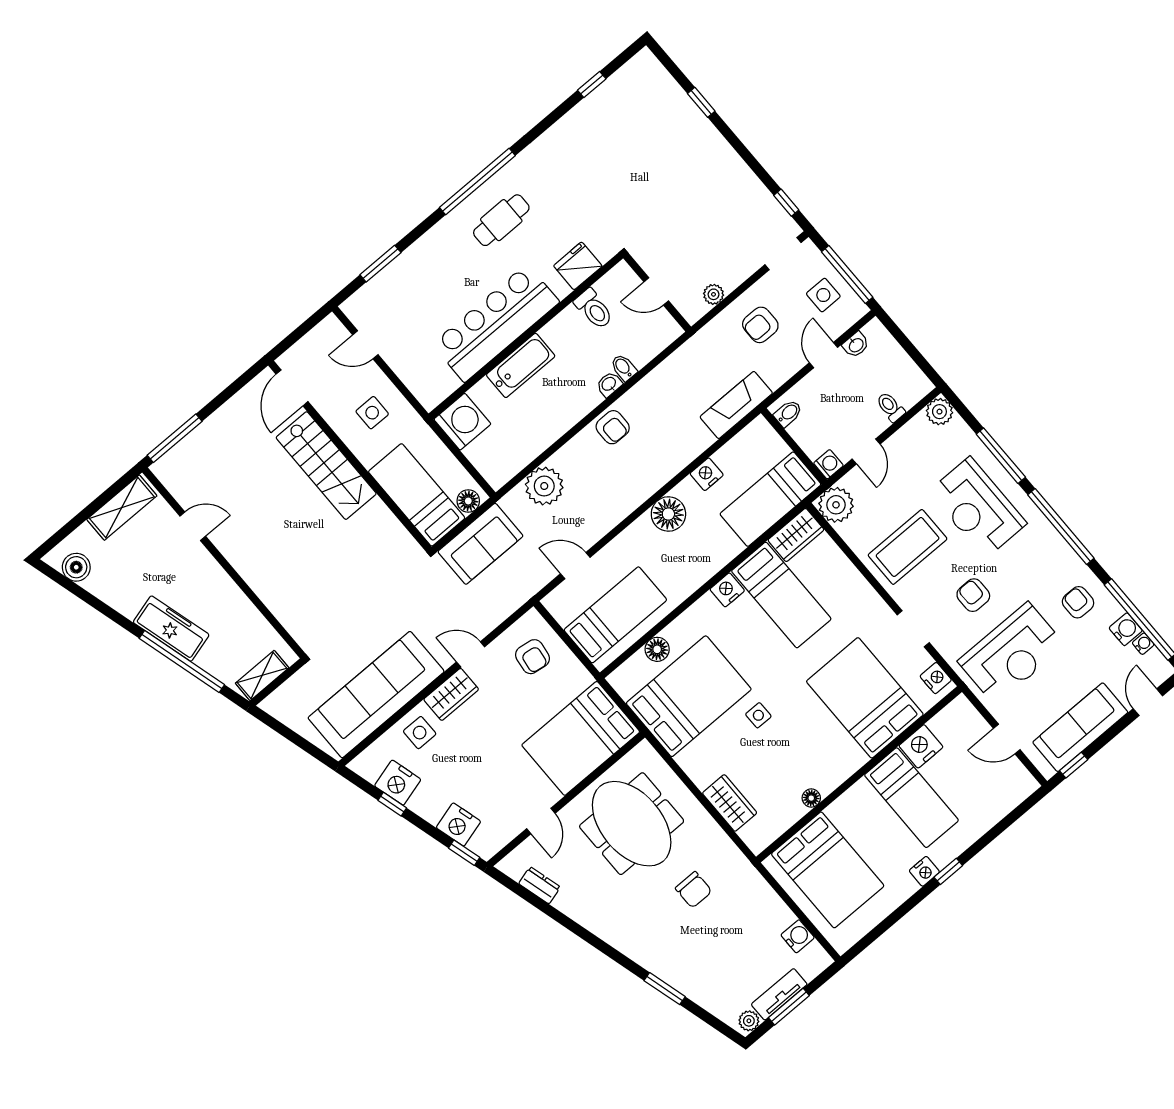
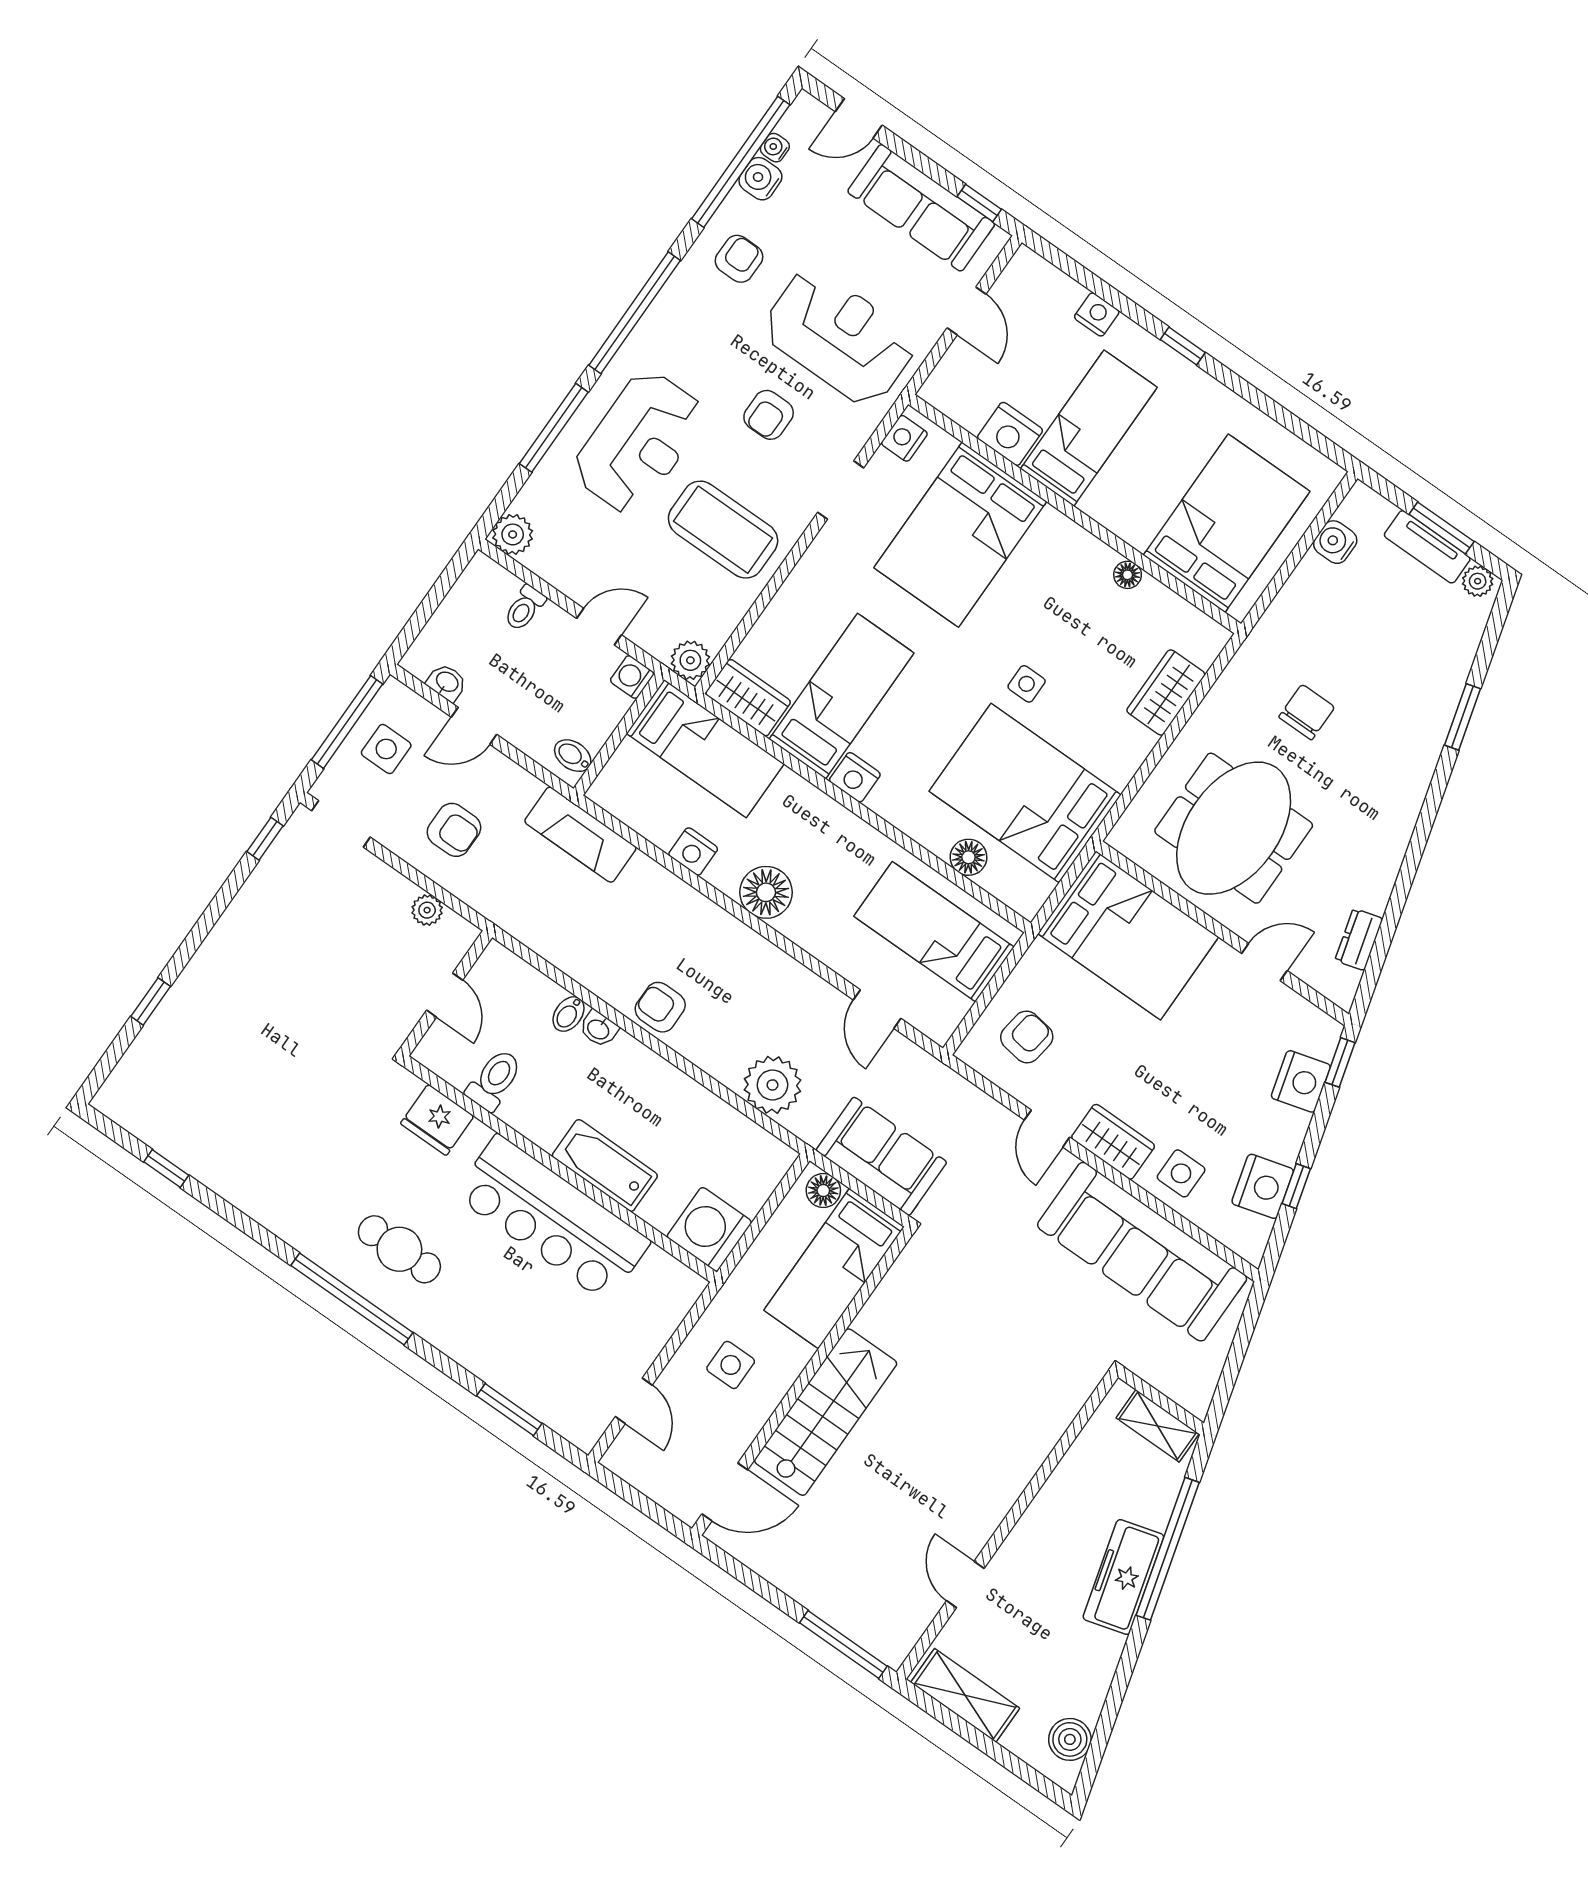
armchair: (613, 427) -> (660, 1007), turned -90
plant: (836, 505) -> (690, 660), width x0.73, depth x0.73
armchair: (1078, 602) -> (739, 259), turned 180
nightstand: (924, 871) -> (1097, 314), moved

